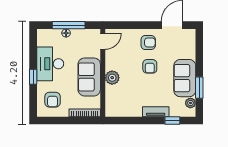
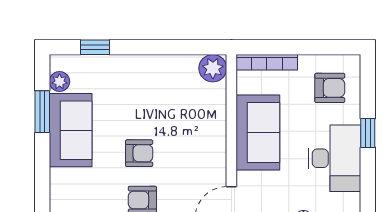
armchair: (150, 66) -> (139, 153), turned 90
plant: (112, 78) -> (213, 68), moved
armchair: (53, 100) -> (330, 88), turned 90
tv unit: (156, 112) -> (128, 64), removed

